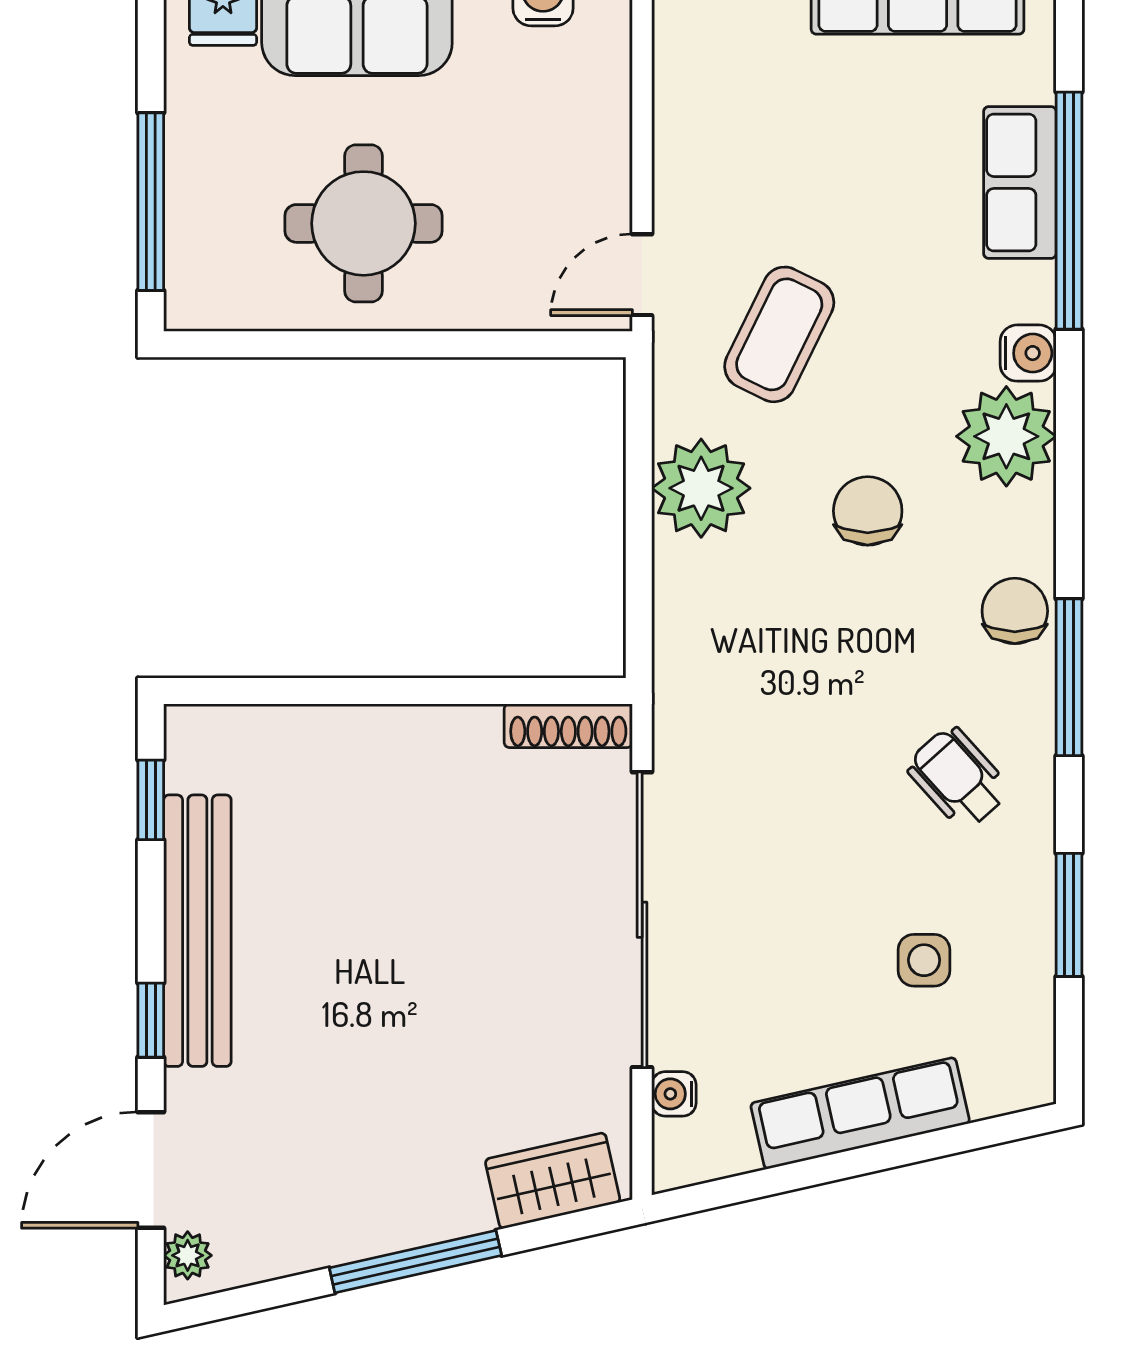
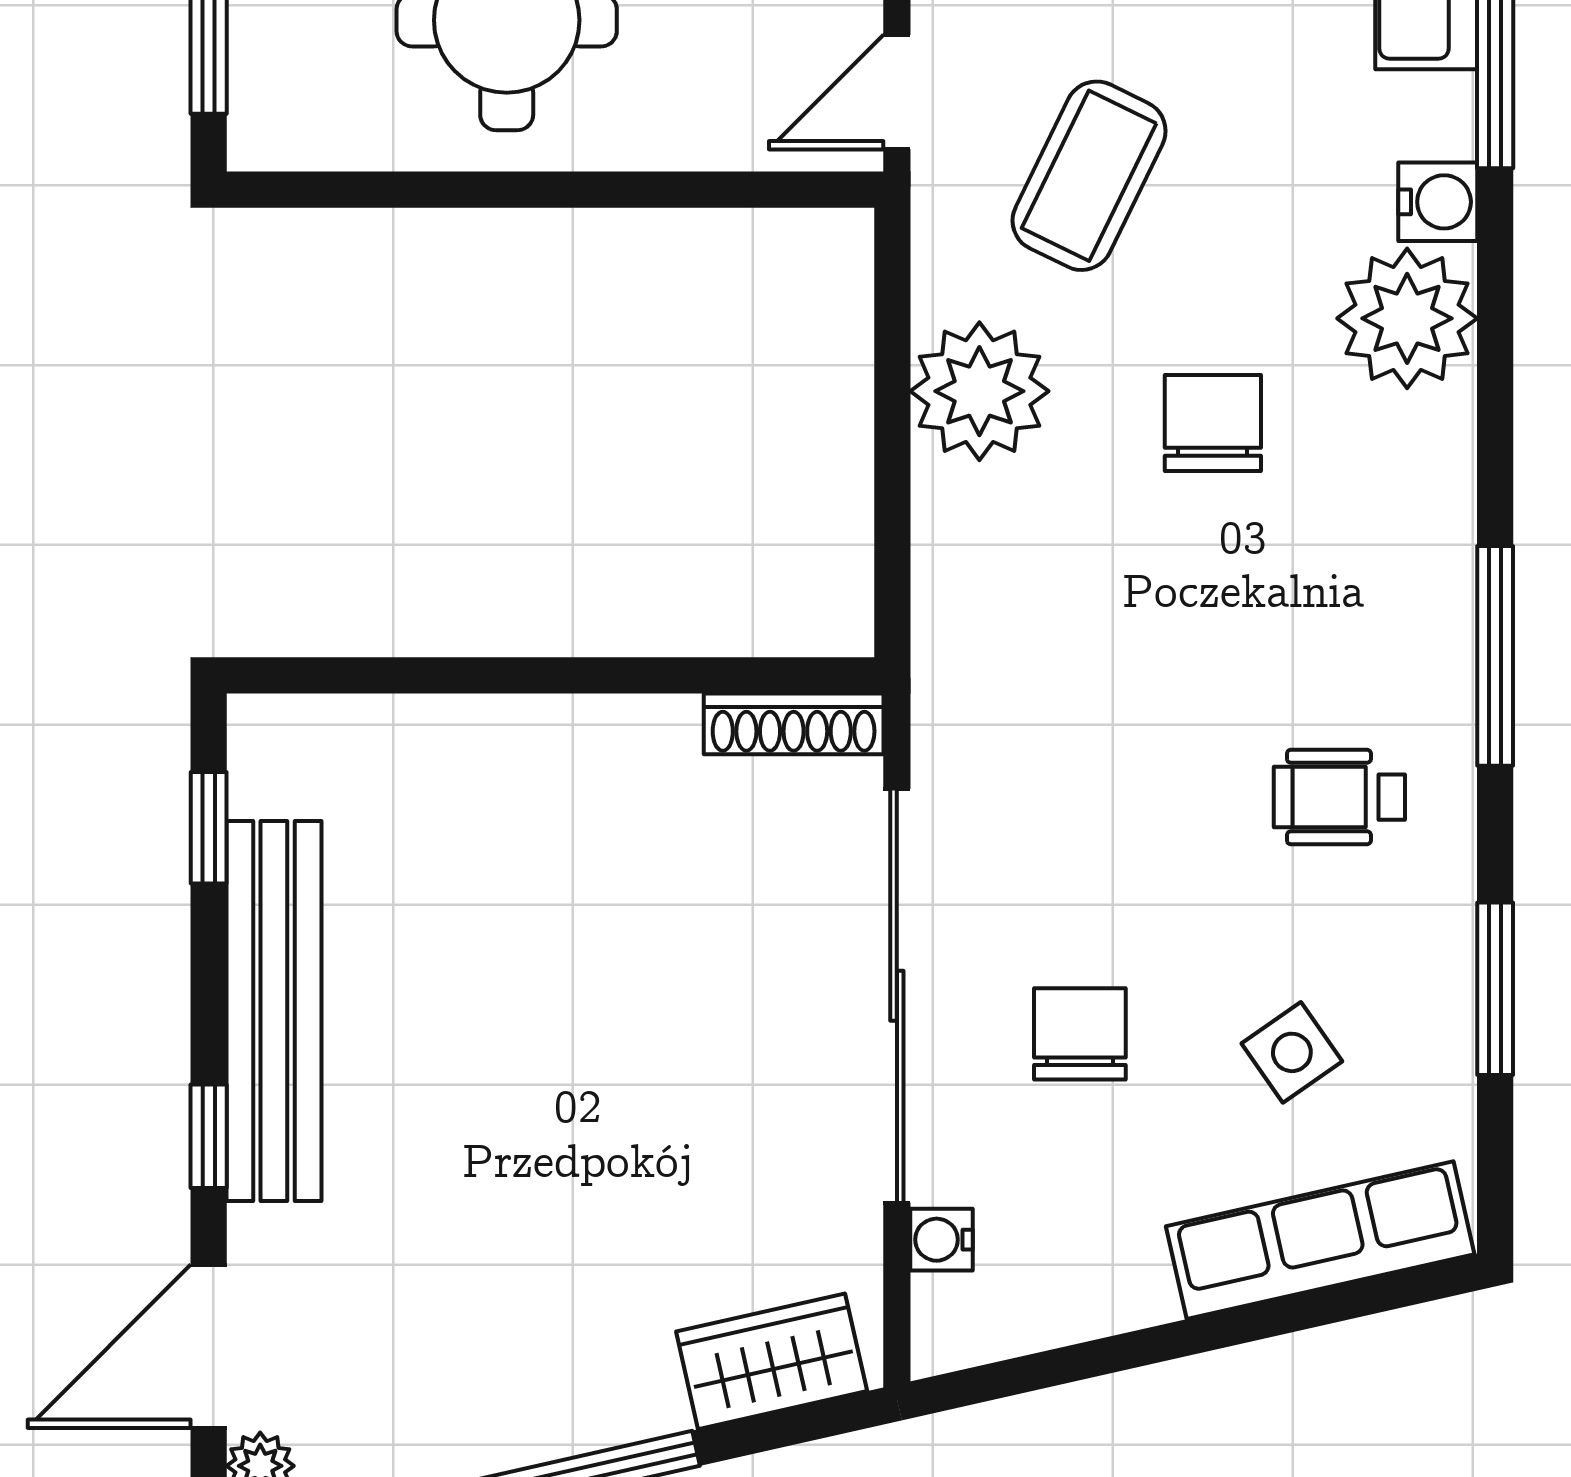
chair: (1015, 611) -> (1080, 1034), moved
wheelchair: (958, 778) -> (1339, 797), turned -48
side table: (924, 960) -> (1292, 1052), turned -35
row of seats: (860, 1113) -> (1320, 1240), moved

